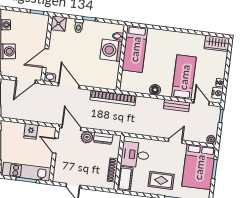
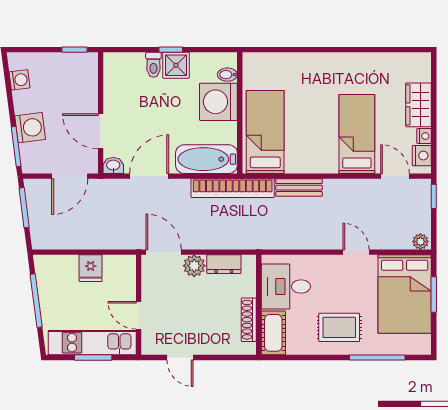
shower: (58, 24) -> (176, 65), moved
wardrobe: (217, 43) -> (419, 105), moved, turned 90
bed: (135, 49) -> (265, 132), moved, turned 180
door: (46, 58) -> (101, 131), hinge flipped
bathtub: (101, 80) -> (206, 159), added
door: (69, 86) -> (149, 176), hinge flipped
floor lamp: (155, 90) -> (307, 164), removed
bench: (177, 106) -> (299, 188), moved
door: (175, 141) -> (356, 252), hinge flipped
door: (55, 146) -> (139, 315), moved

